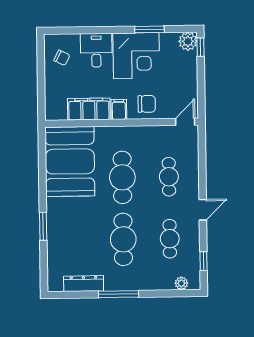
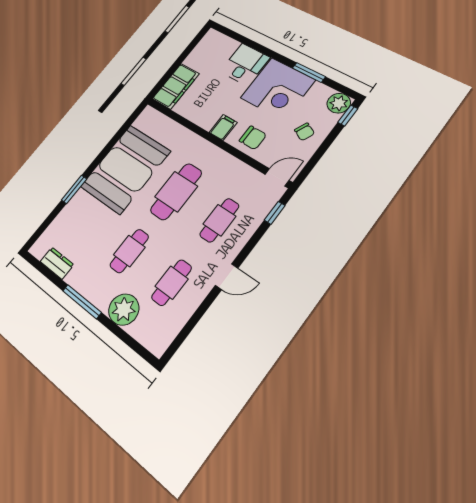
chair: (62, 58) -> (304, 132), moved
filing cabinet: (89, 109) -> (176, 86), moved, turned 90
booth: (70, 161) -> (125, 169), moved
cafe table: (123, 239) -> (129, 251), width x0.73, depth x0.74
window: (203, 261) -> (275, 213), moved
plant: (181, 283) -> (124, 309), moved, width x1.88, depth x1.88
dresser: (84, 284) -> (57, 263), width x0.70

